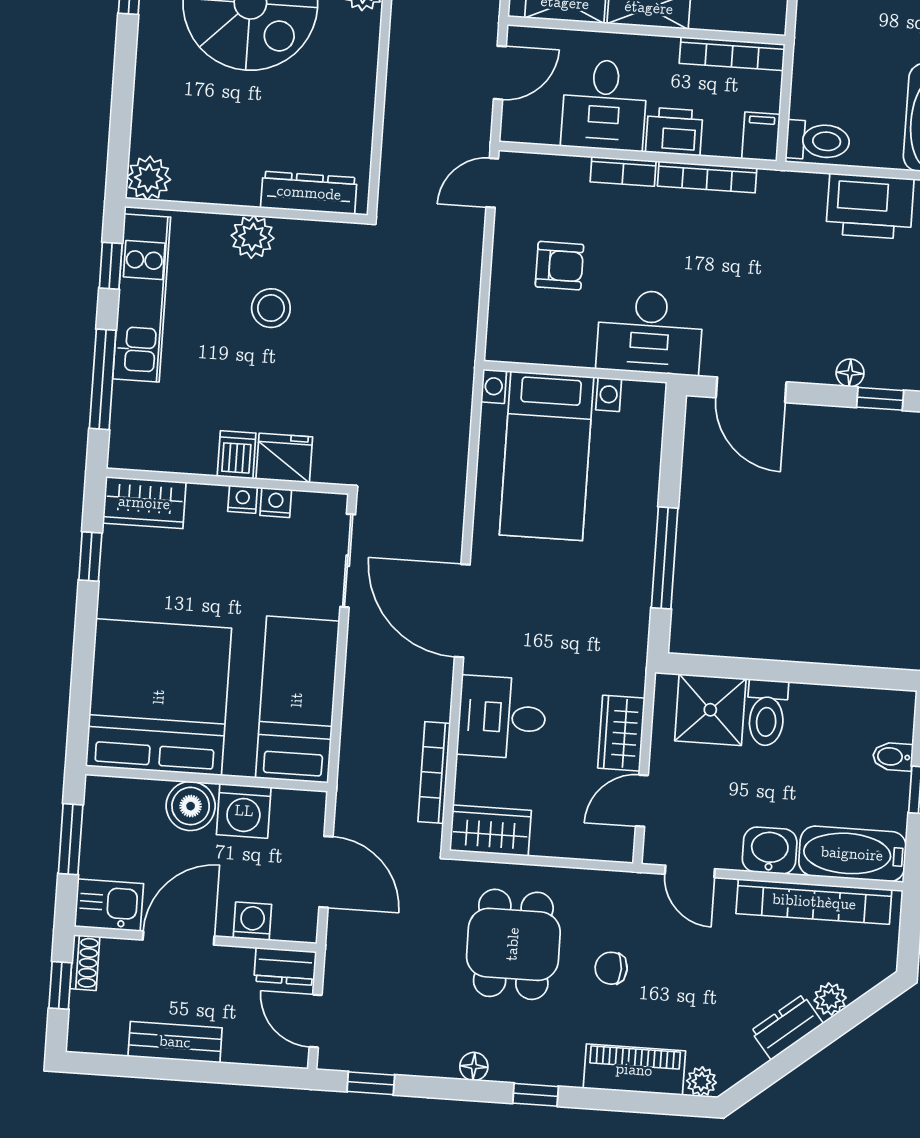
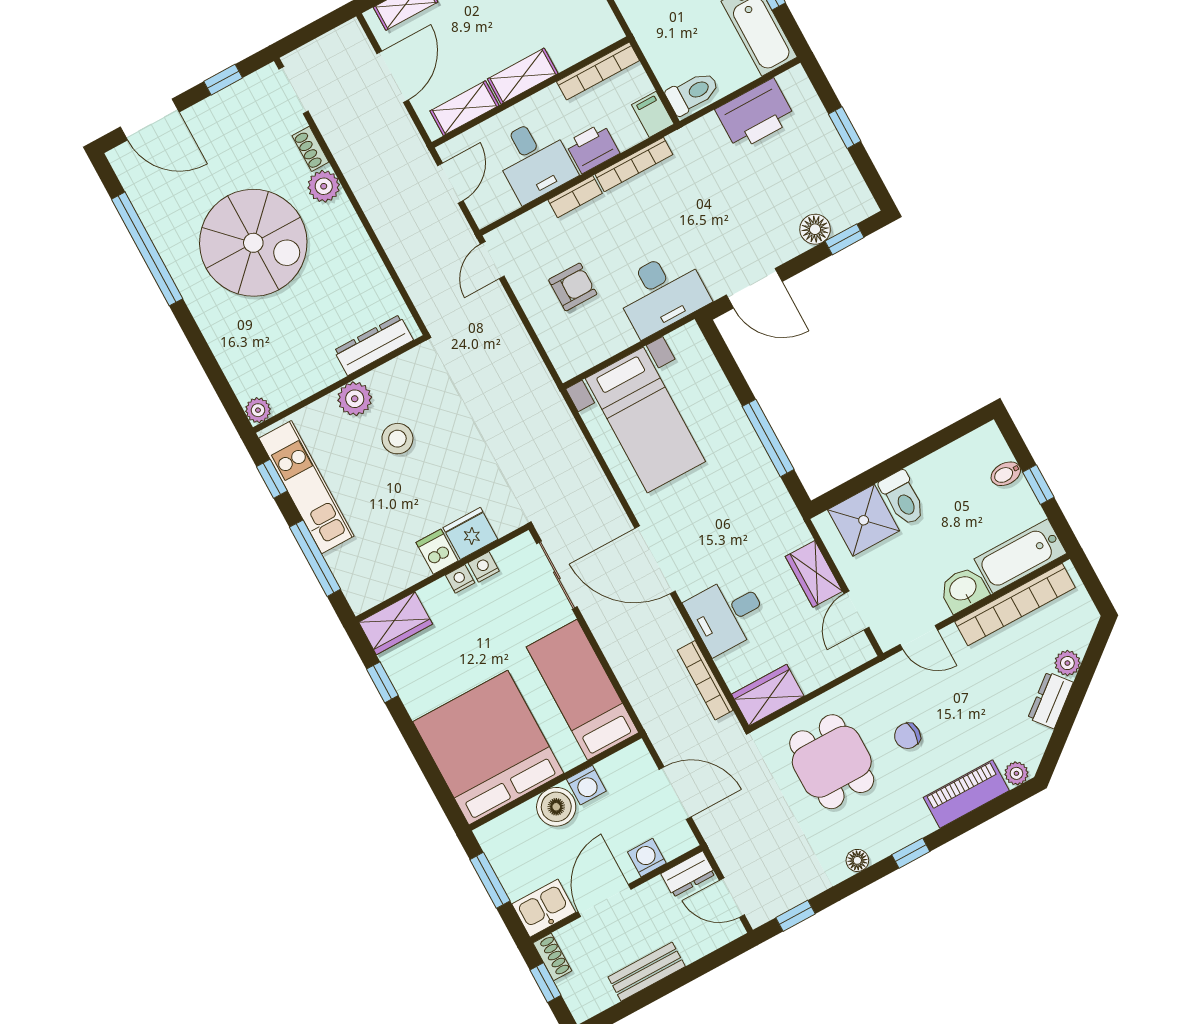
plant: (149, 178) -> (258, 410), width x0.73, depth x0.73
floor lamp: (850, 373) -> (815, 229), width x1.37, depth x1.37
washing machine: (244, 811) -> (586, 785), width x0.73, depth x0.73

